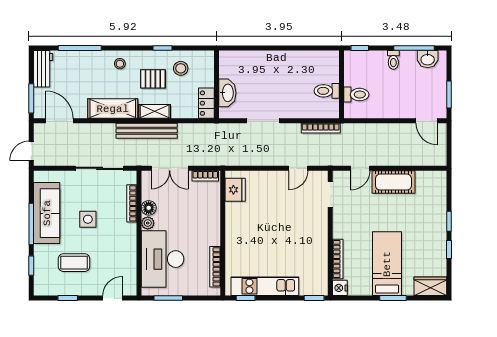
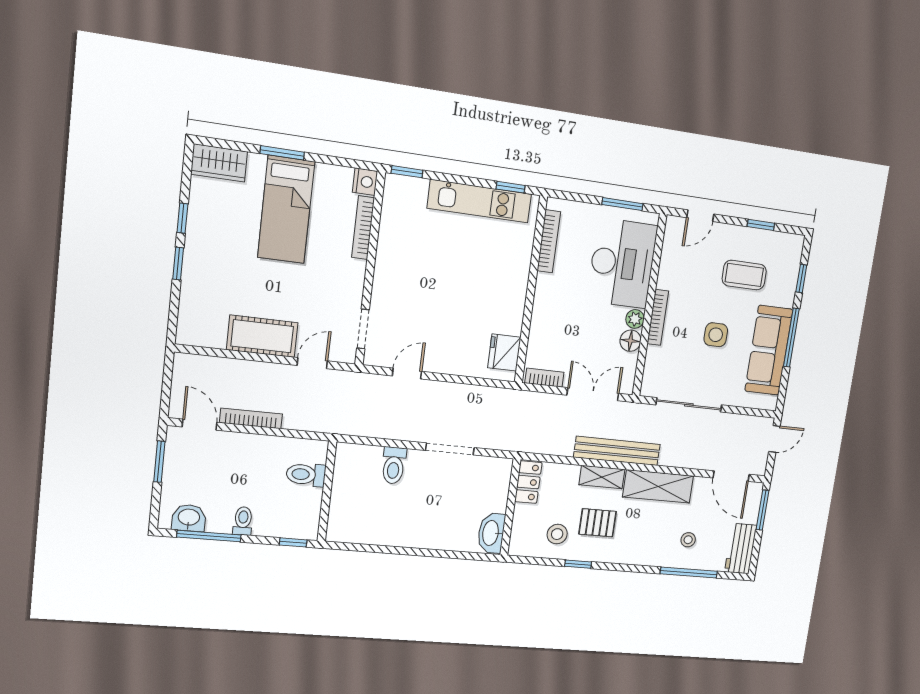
stool: (120, 64) -> (688, 540), moved
toilet: (327, 91) -> (394, 465), moved, turned 90
washbasin: (227, 93) -> (491, 533), moved
bookcase: (321, 128) -> (251, 418), moved
bookcase: (132, 203) -> (658, 317), moved

